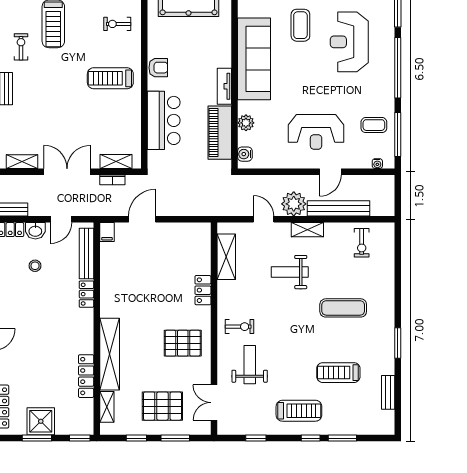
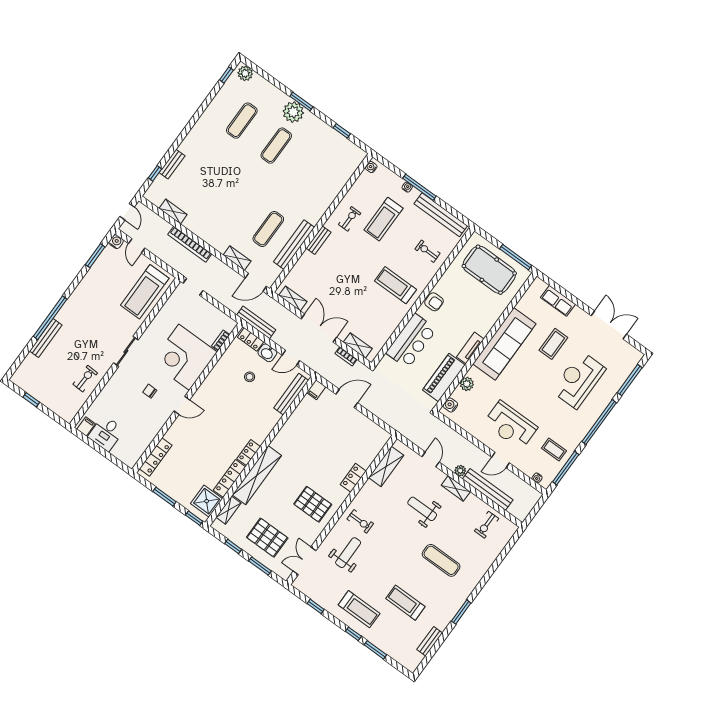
plant: (294, 204) -> (460, 471), width x0.53, depth x0.53
locker: (86, 294) -> (249, 453), moved
shower: (41, 421) -> (207, 501), moved

